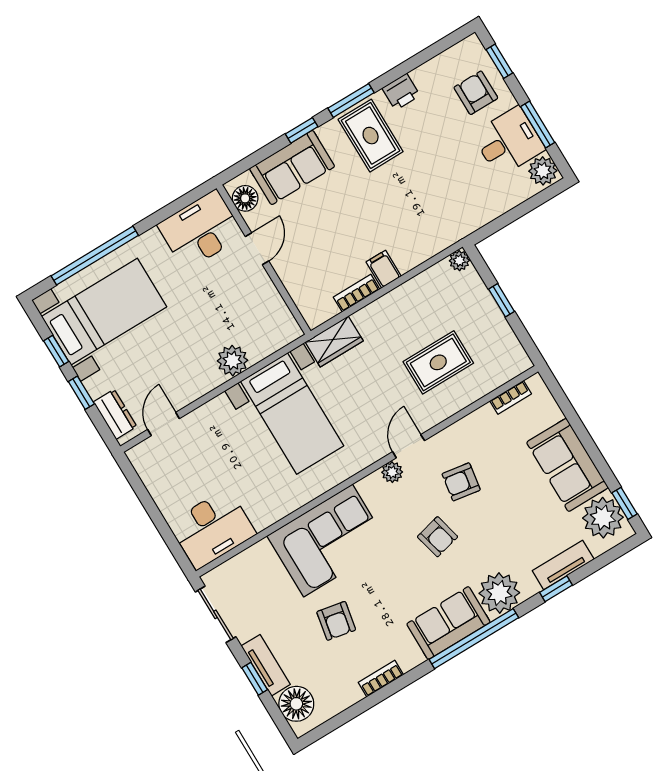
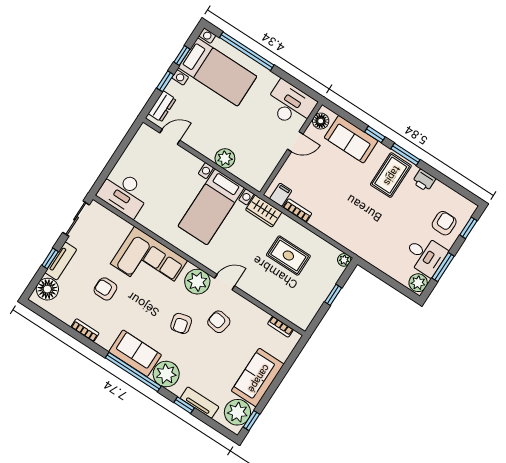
filing cabinet: (384, 269) -> (281, 195), moved
rug: (438, 362) -> (288, 256), moved
plant: (392, 472) -> (197, 282), width x1.87, depth x1.87
armchair: (336, 621) -> (105, 289), turned 79

